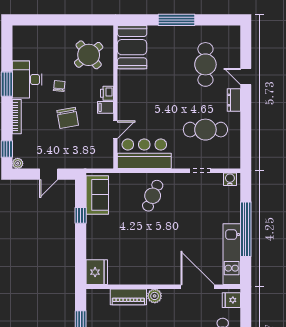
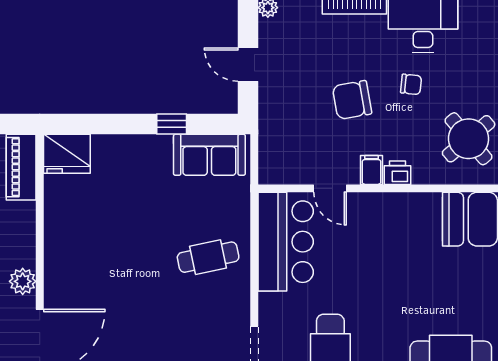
cafe table: (153, 196) -> (208, 257), turned -36
plant: (155, 296) -> (23, 281), moved
piano: (128, 297) -> (21, 167), moved

